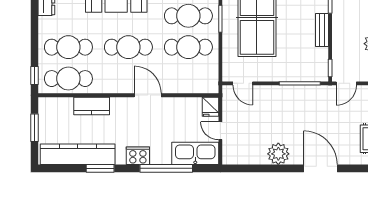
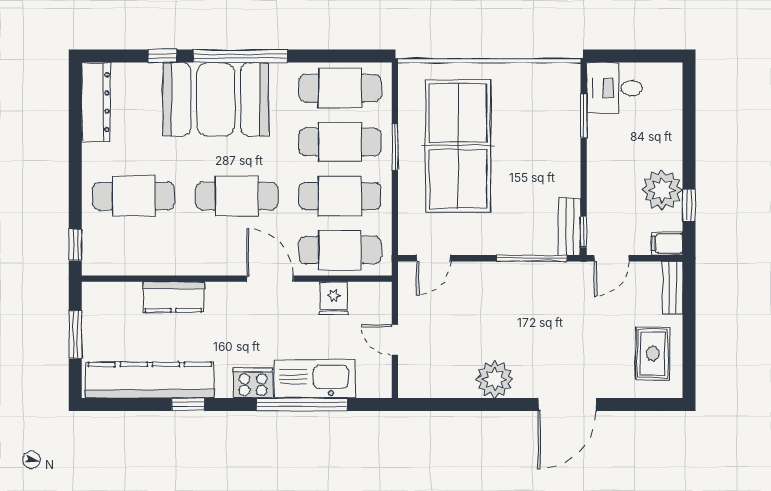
bench: (322, 30) -> (570, 227), moved
cafe table: (68, 79) -> (340, 250), moved
door: (243, 83) -> (433, 258), hinge flipped
fridge: (210, 107) -> (333, 298), moved
kitchen sink: (195, 153) -> (315, 379), moved
window: (100, 168) -> (188, 404), width x0.67
door: (320, 168) -> (567, 404), swing flipped

